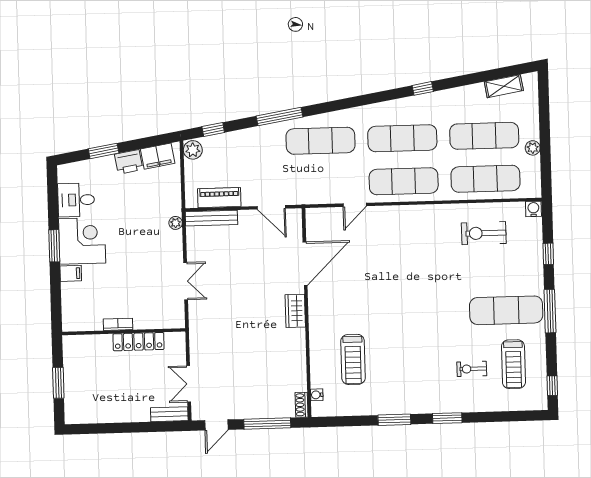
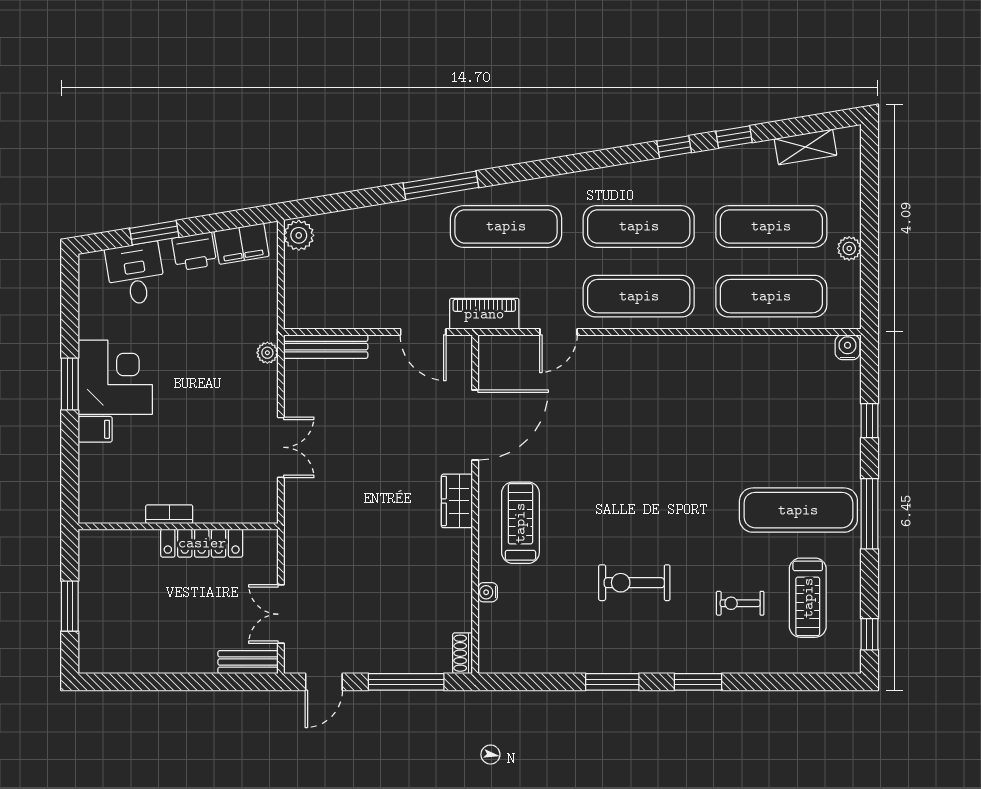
window: (213, 129) -> (734, 137), moved
piano: (219, 198) -> (484, 314), moved
desk: (76, 200) -> (136, 274), moved, turned 81
exercise bike: (484, 233) -> (634, 583), moved
treadmill: (353, 359) -> (520, 523), moved, turned 180
water cooler: (317, 395) -> (488, 592), moved

